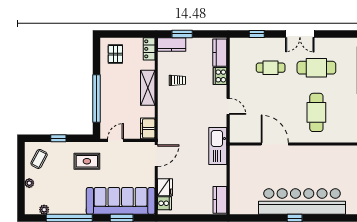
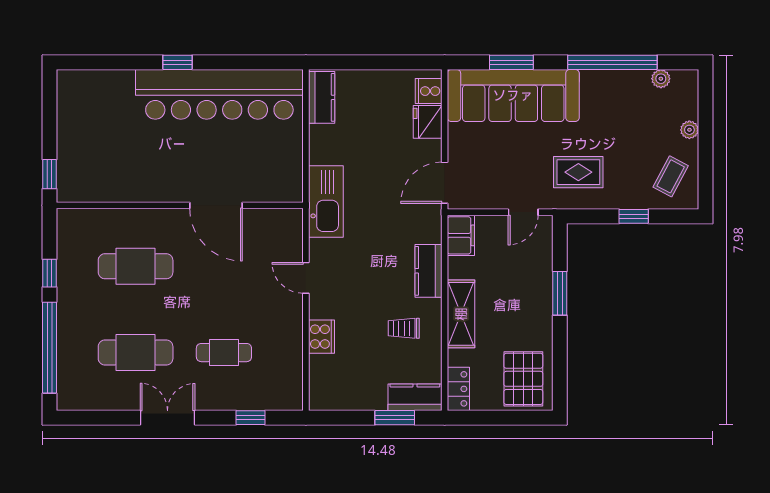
kitchen counter: (220, 53) -> (429, 271), moved, turned 180
pallet: (115, 54) -> (523, 379), width x1.50, depth x1.42
window: (97, 98) -> (560, 293), width x0.47
cafe table: (316, 112) -> (136, 266), turned 90
bar counter: (302, 202) -> (219, 94), moved

